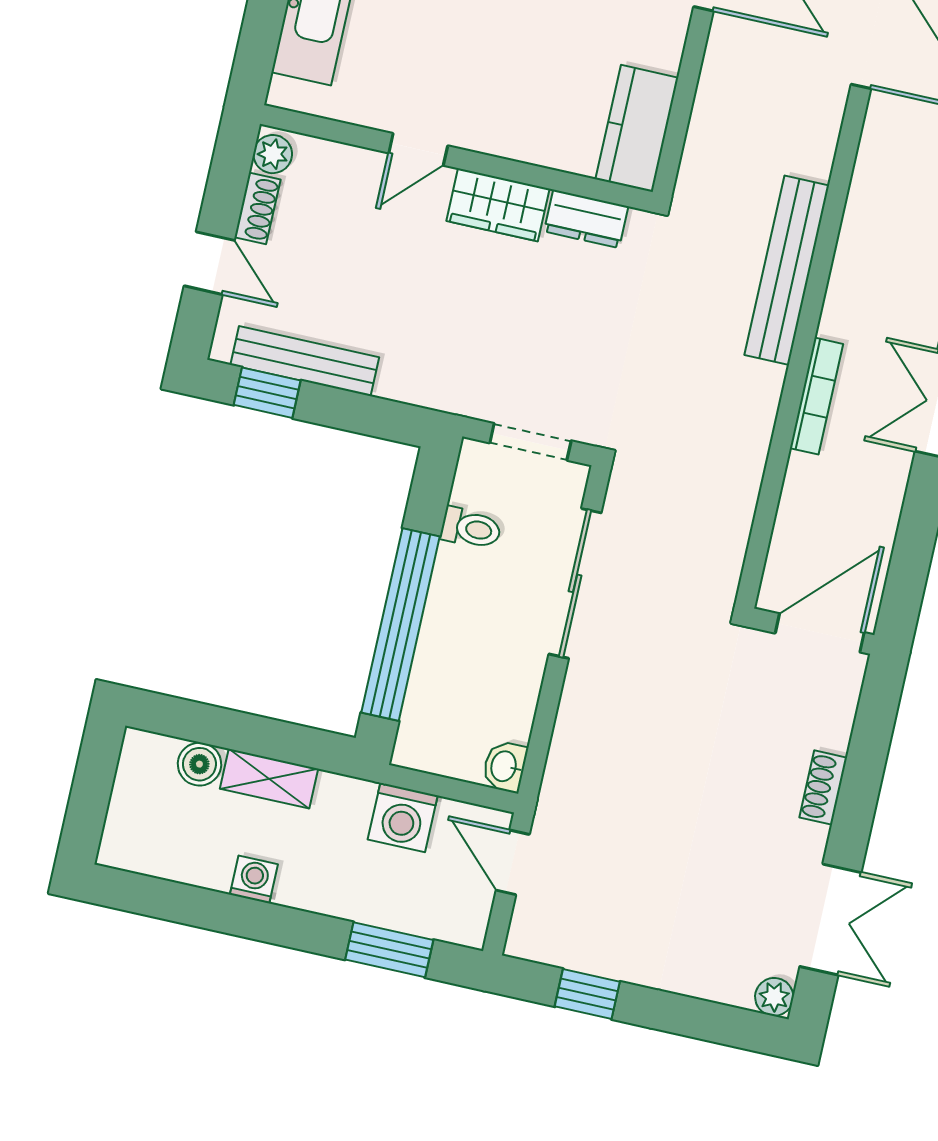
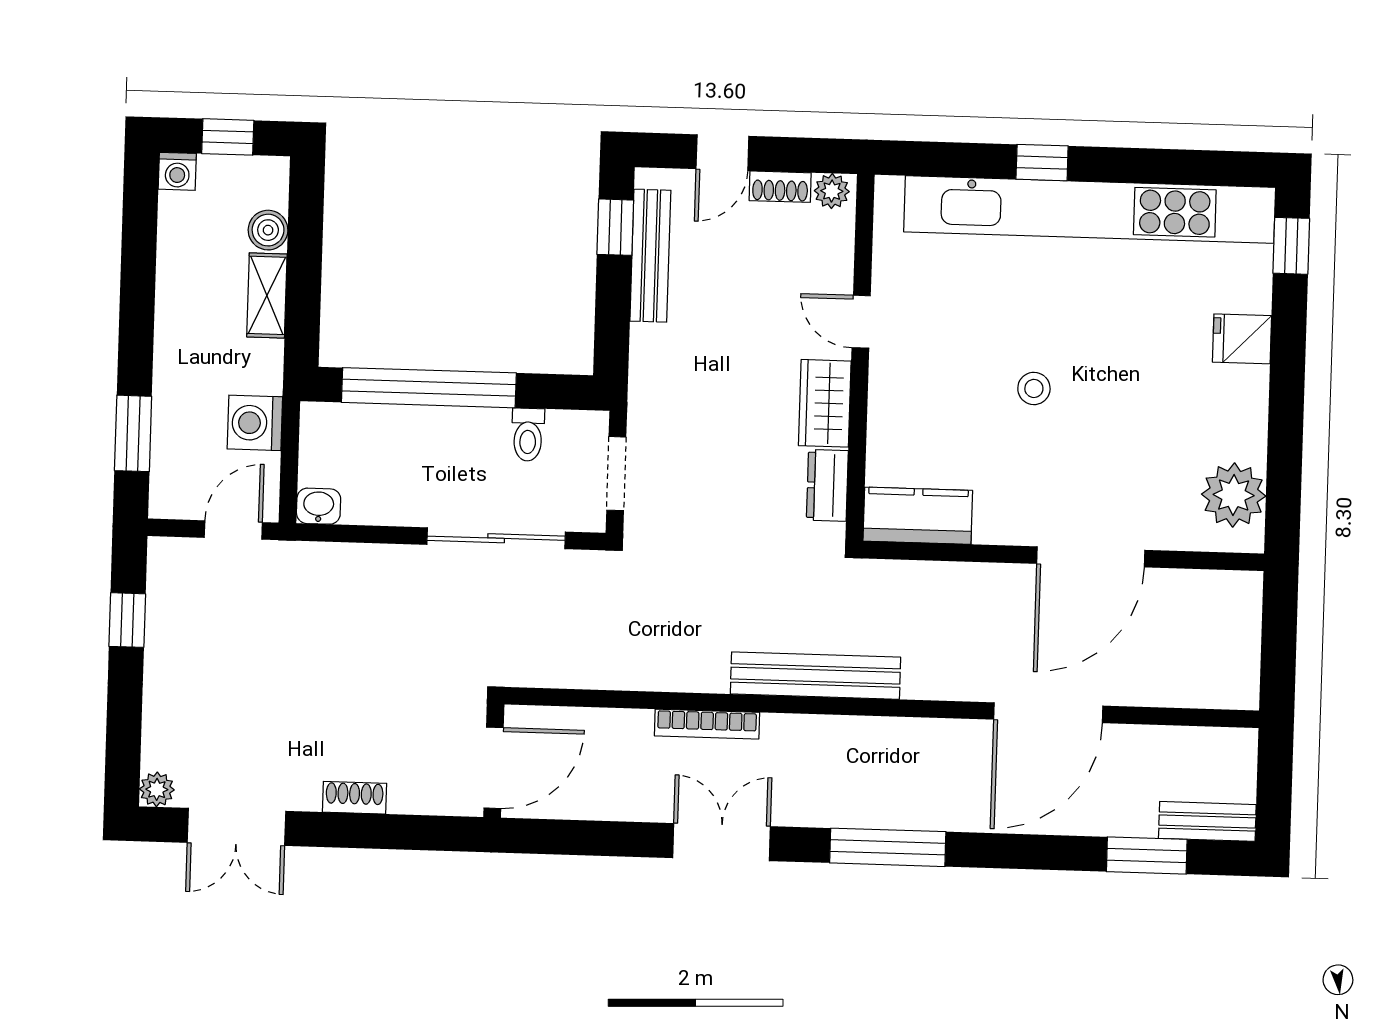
door: (820, 633) -> (494, 768), hinge flipped
window: (92, 788) -> (228, 137), added
washing machine: (254, 879) -> (177, 171), moved, turned 90

